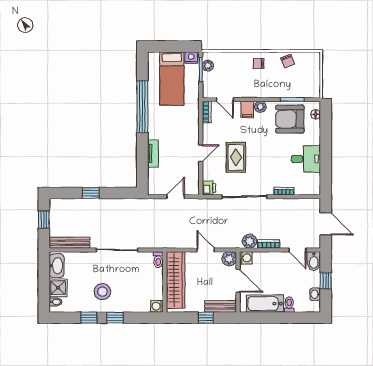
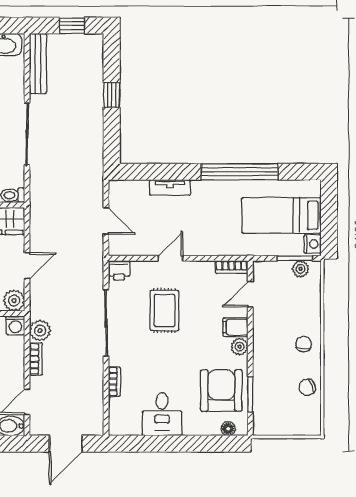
door: (201, 153) -> (171, 258), swing flipped
rug: (236, 157) -> (165, 310), turned 90

